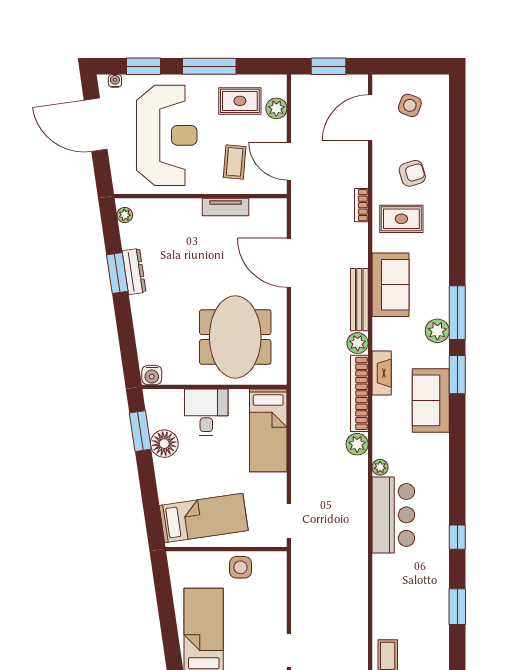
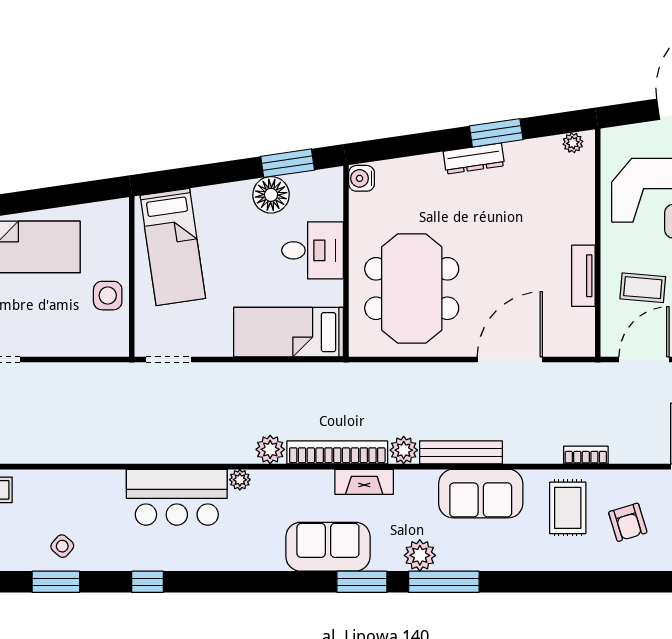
dresser: (134, 272) -> (474, 159), moved
meeting table: (235, 337) -> (412, 289), turned 90
side table: (430, 602) -> (62, 546), added

